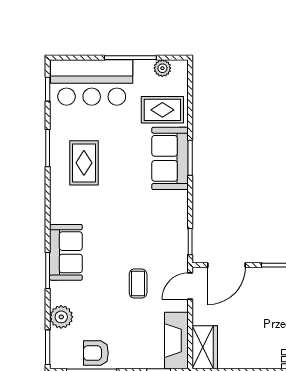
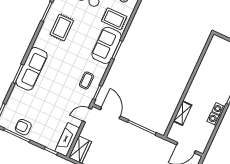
sofa: (66, 252) -> (32, 69), width x1.36
door: (226, 265) -> (110, 113), swing flipped
coffee table: (138, 283) -> (86, 80), moved
plant: (61, 317) -> (14, 101), removed

